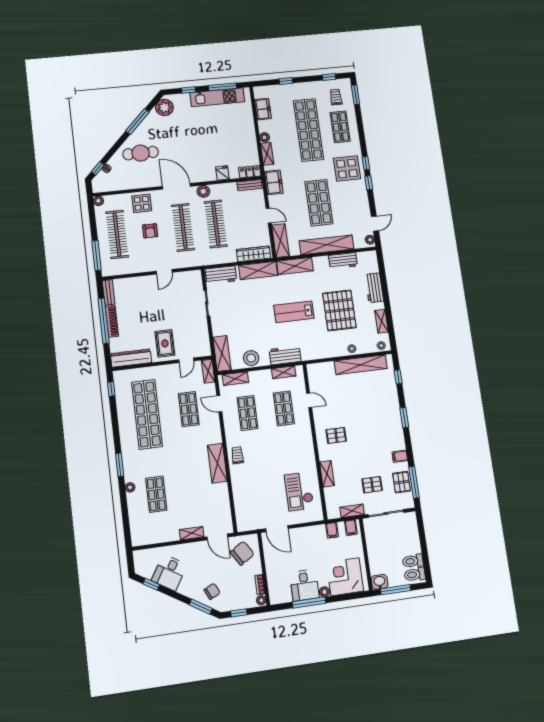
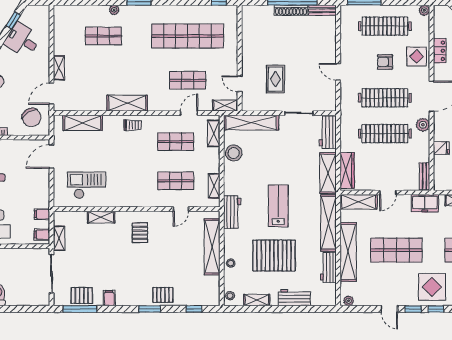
locker: (250, 172) -> (440, 51), moved
door: (375, 224) -> (389, 309), moved
shelving: (295, 266) -> (328, 223), width x1.47
rug: (165, 343) -> (275, 79), moved, turned 90
shelving: (222, 353) -> (251, 123), width x1.47
workbench: (285, 355) -> (232, 212), moved
dresser: (131, 358) -> (249, 26), removed
shelving: (361, 365) -> (212, 247), moved
pallet: (372, 485) -> (163, 295), moved, turned 90
shelving: (241, 503) -> (83, 123), added

